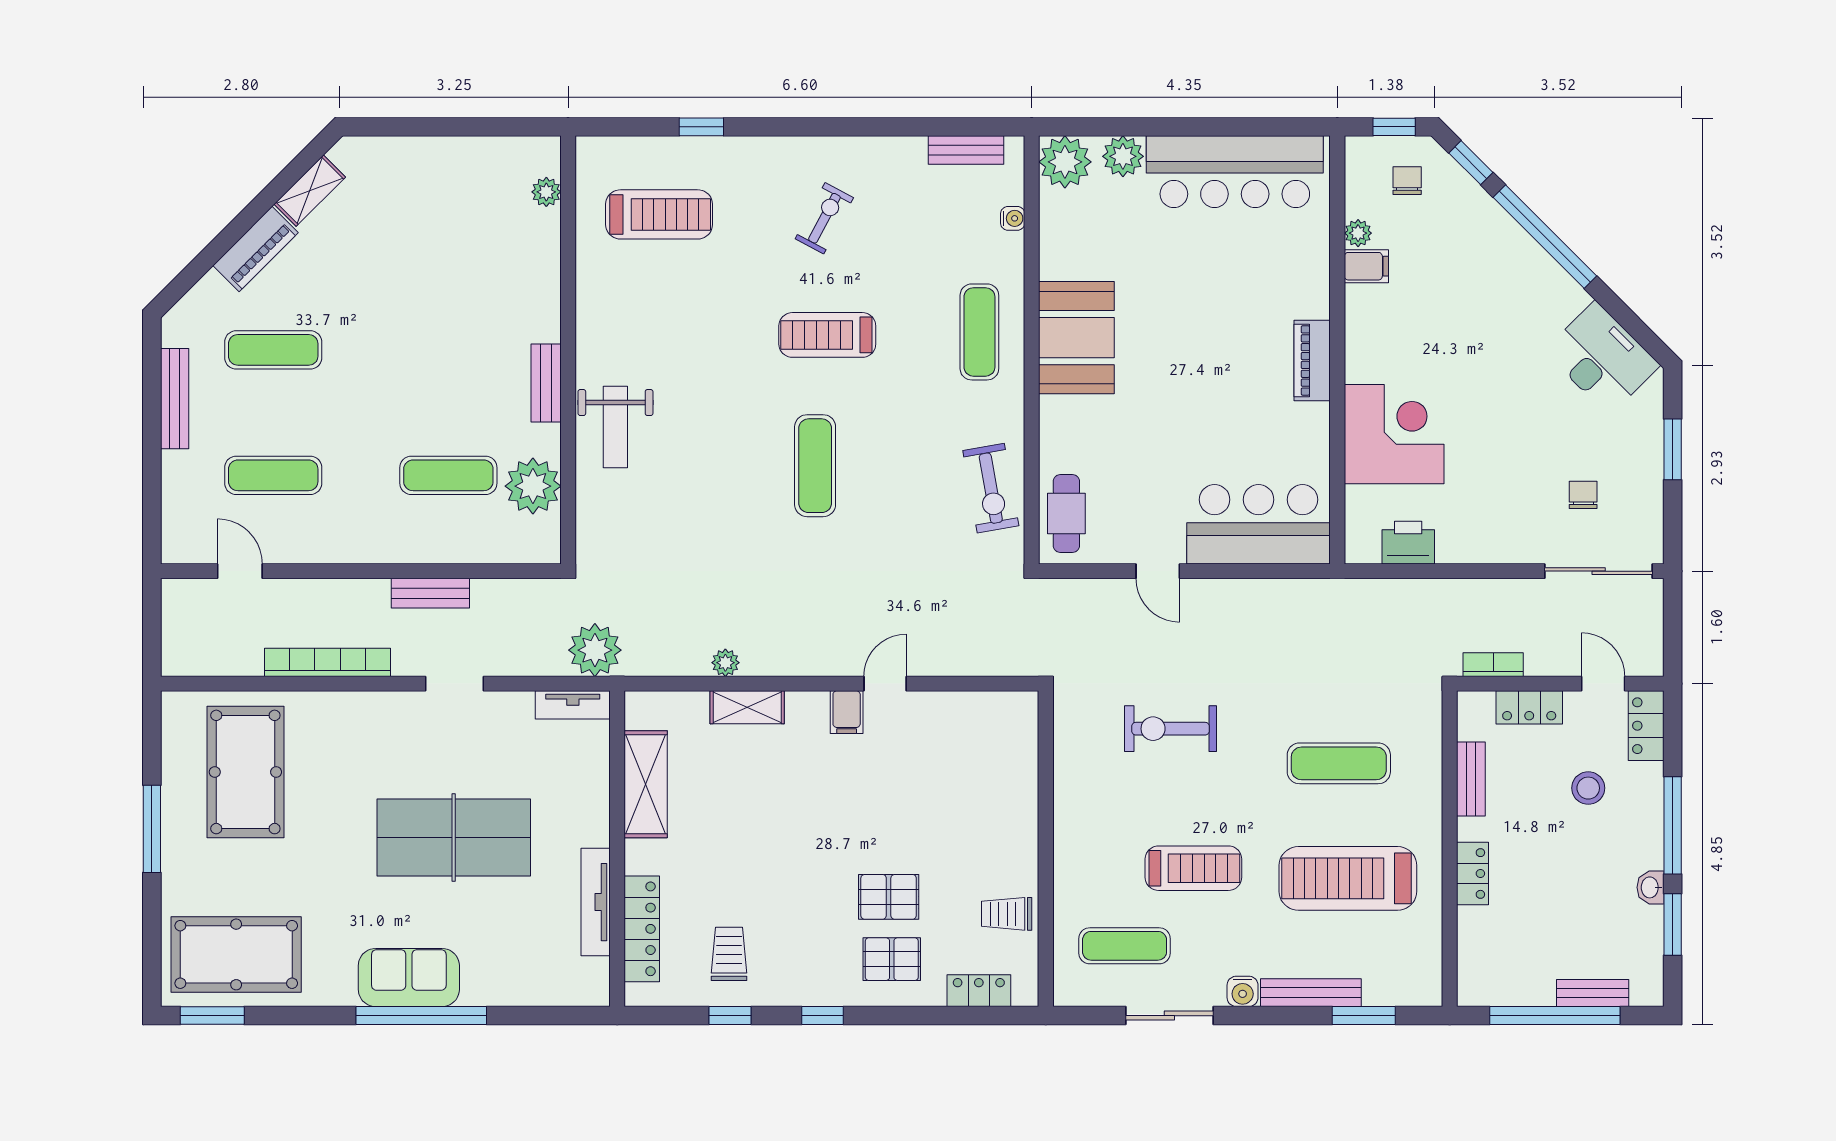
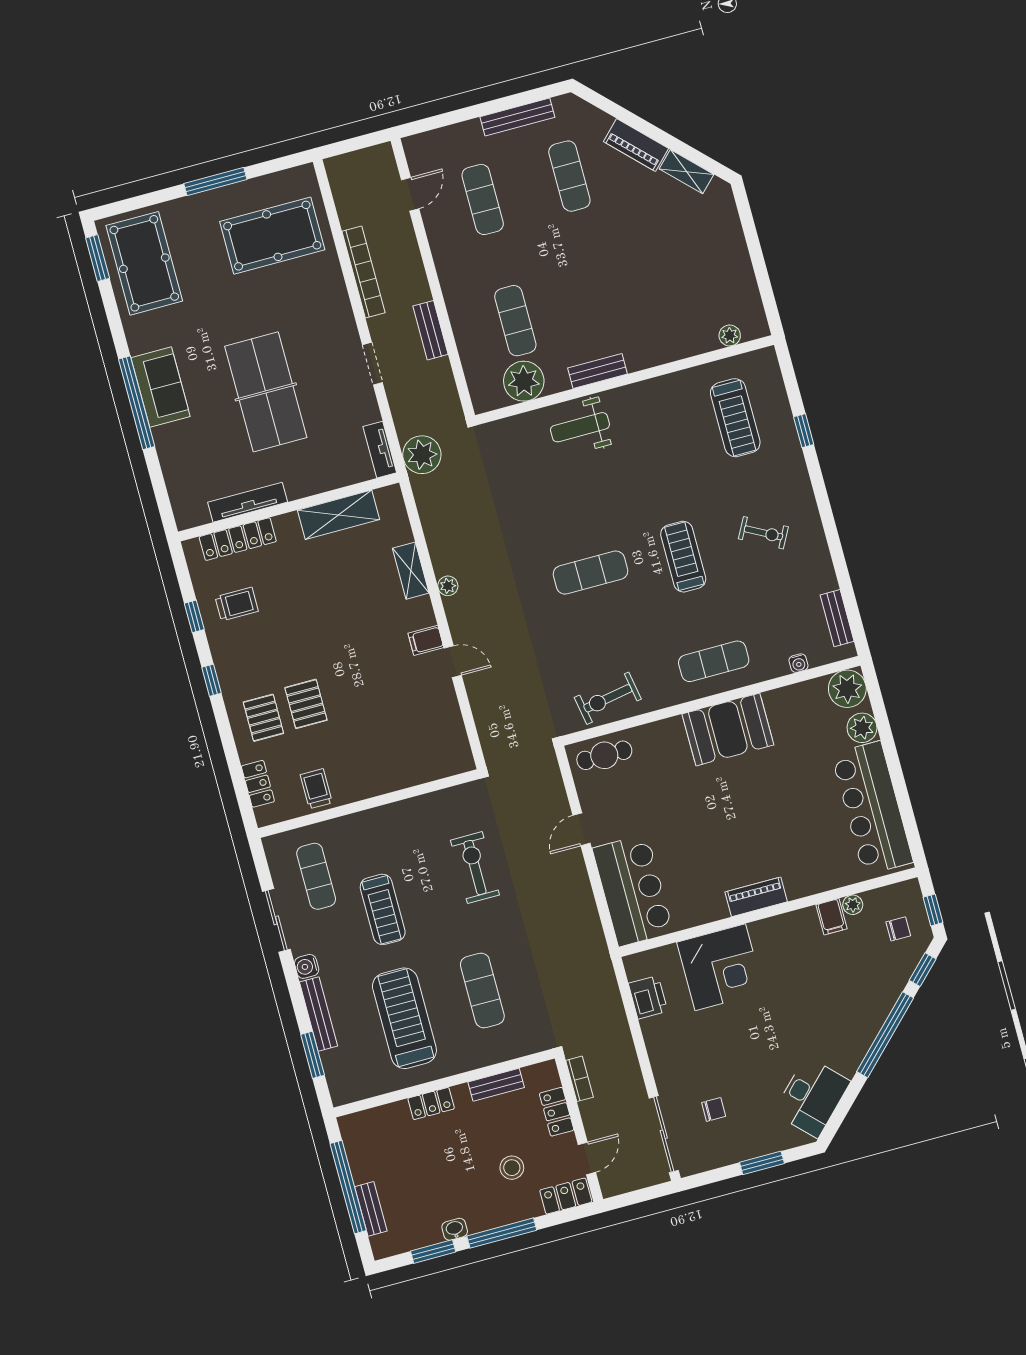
plant: (725, 663) -> (448, 586), moved

